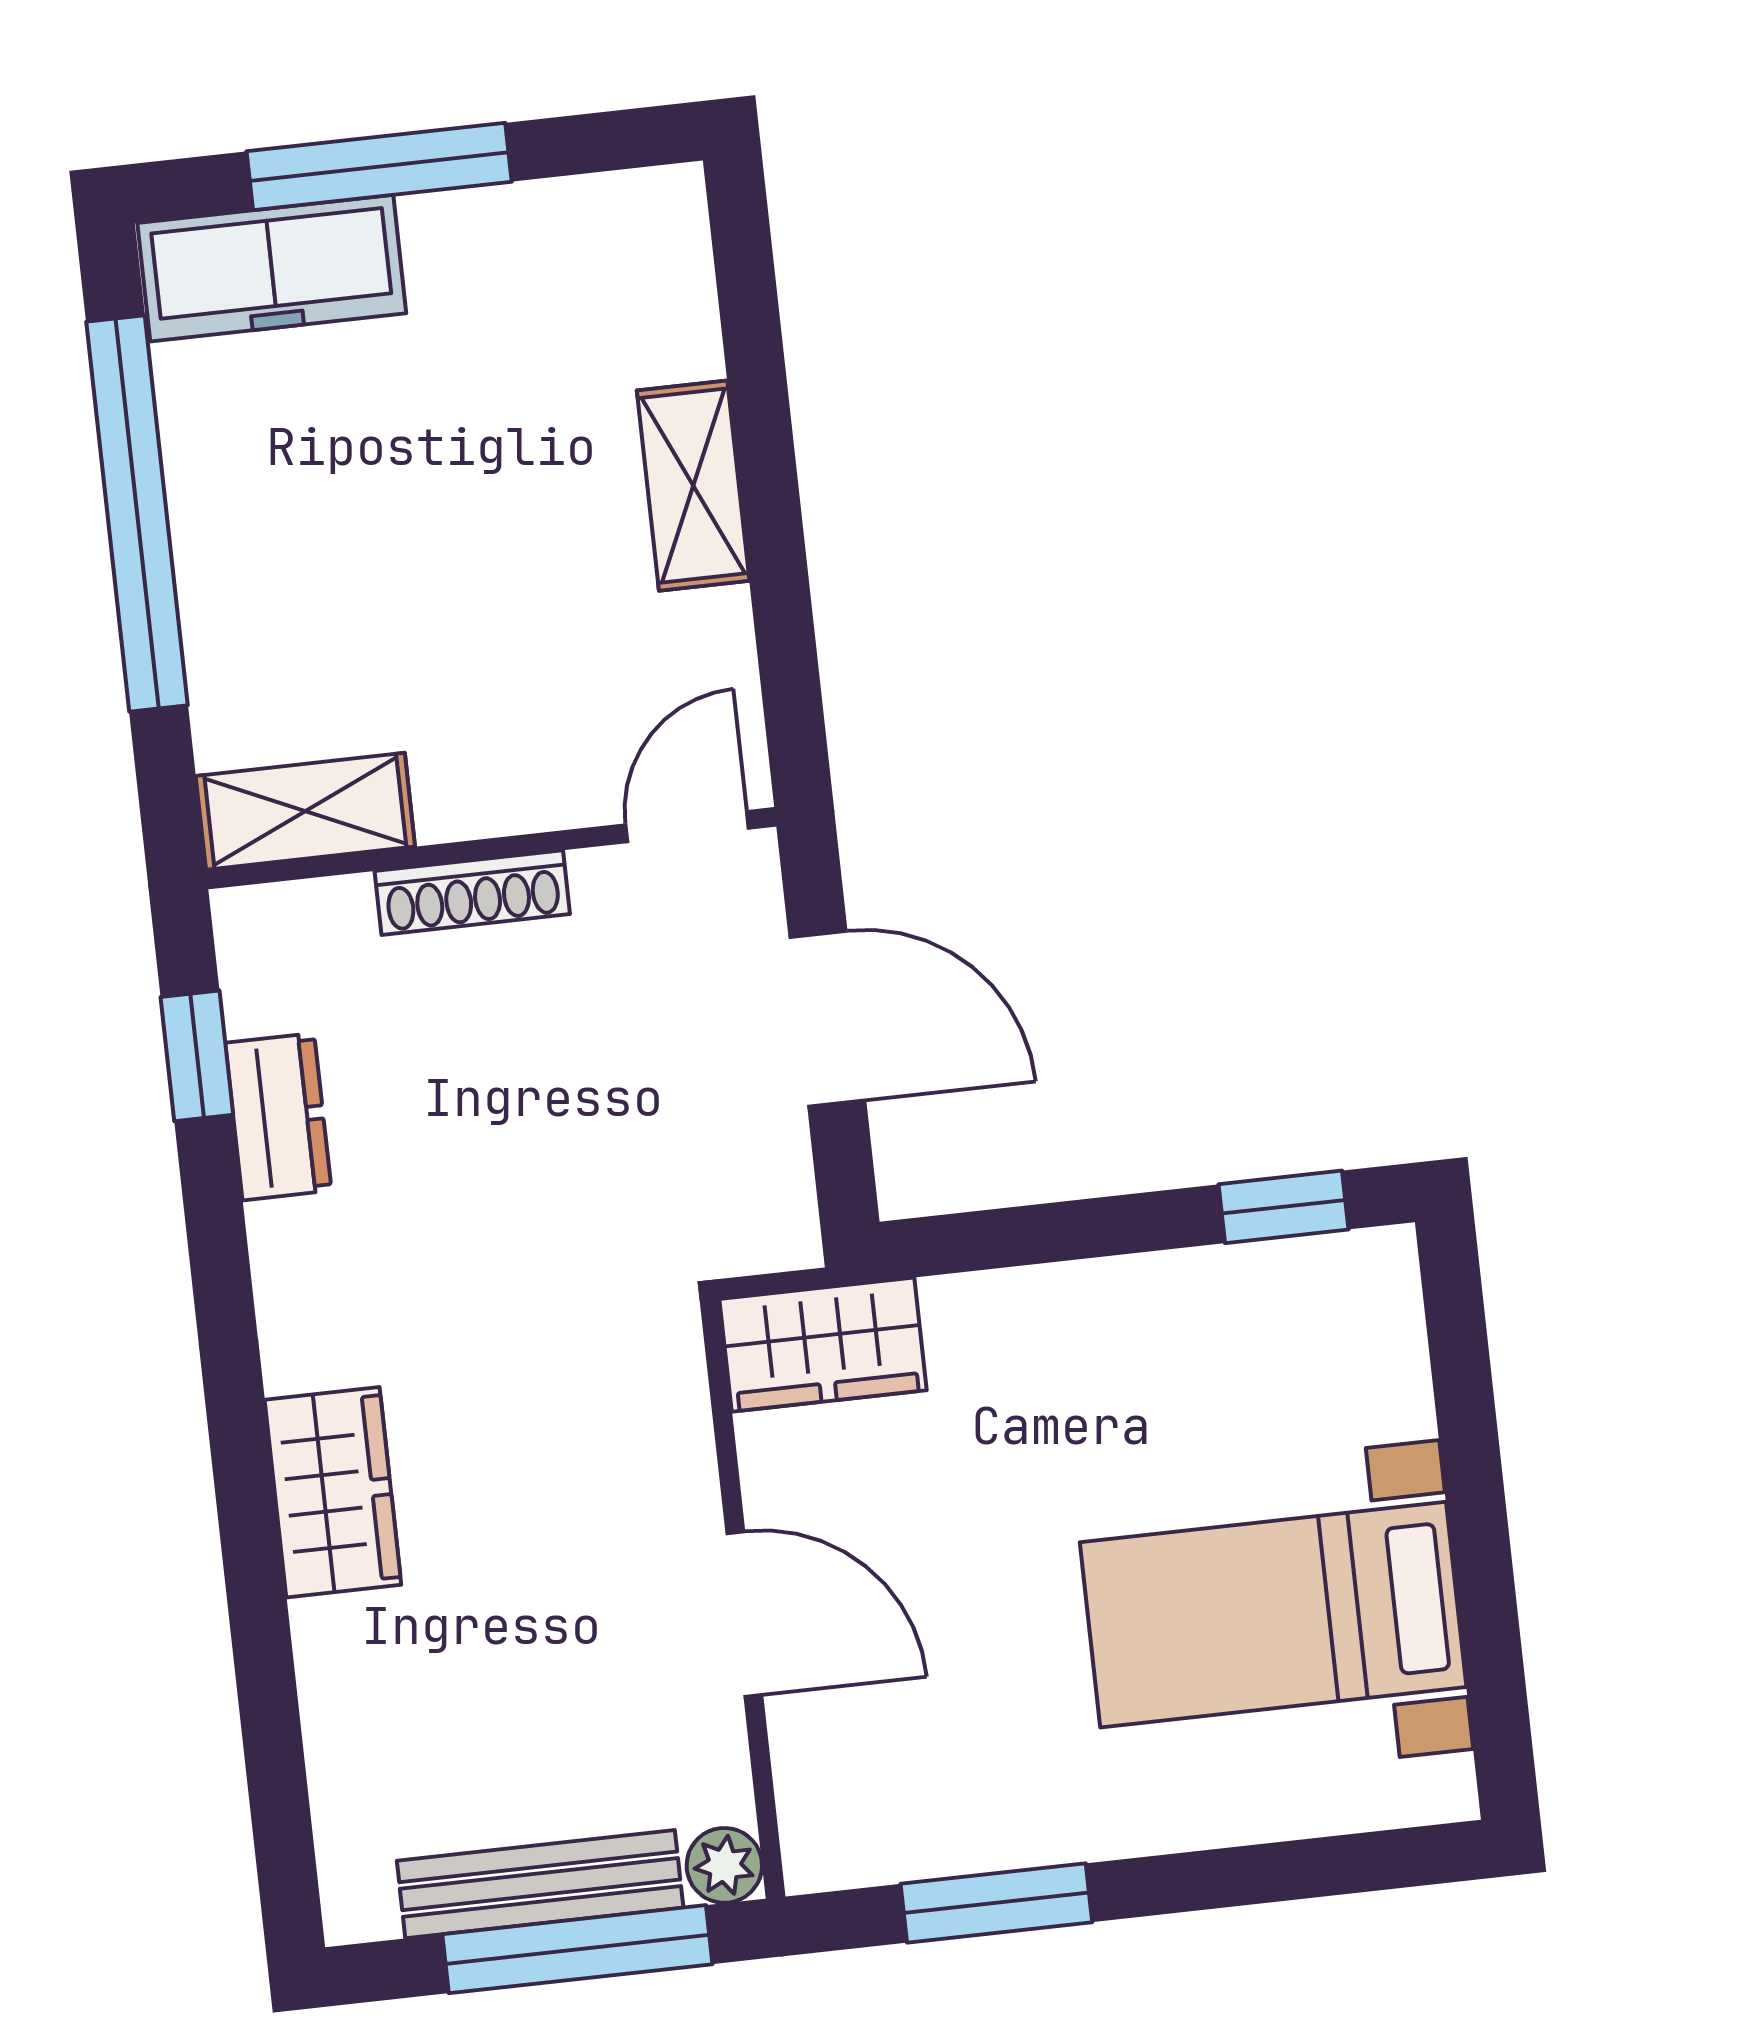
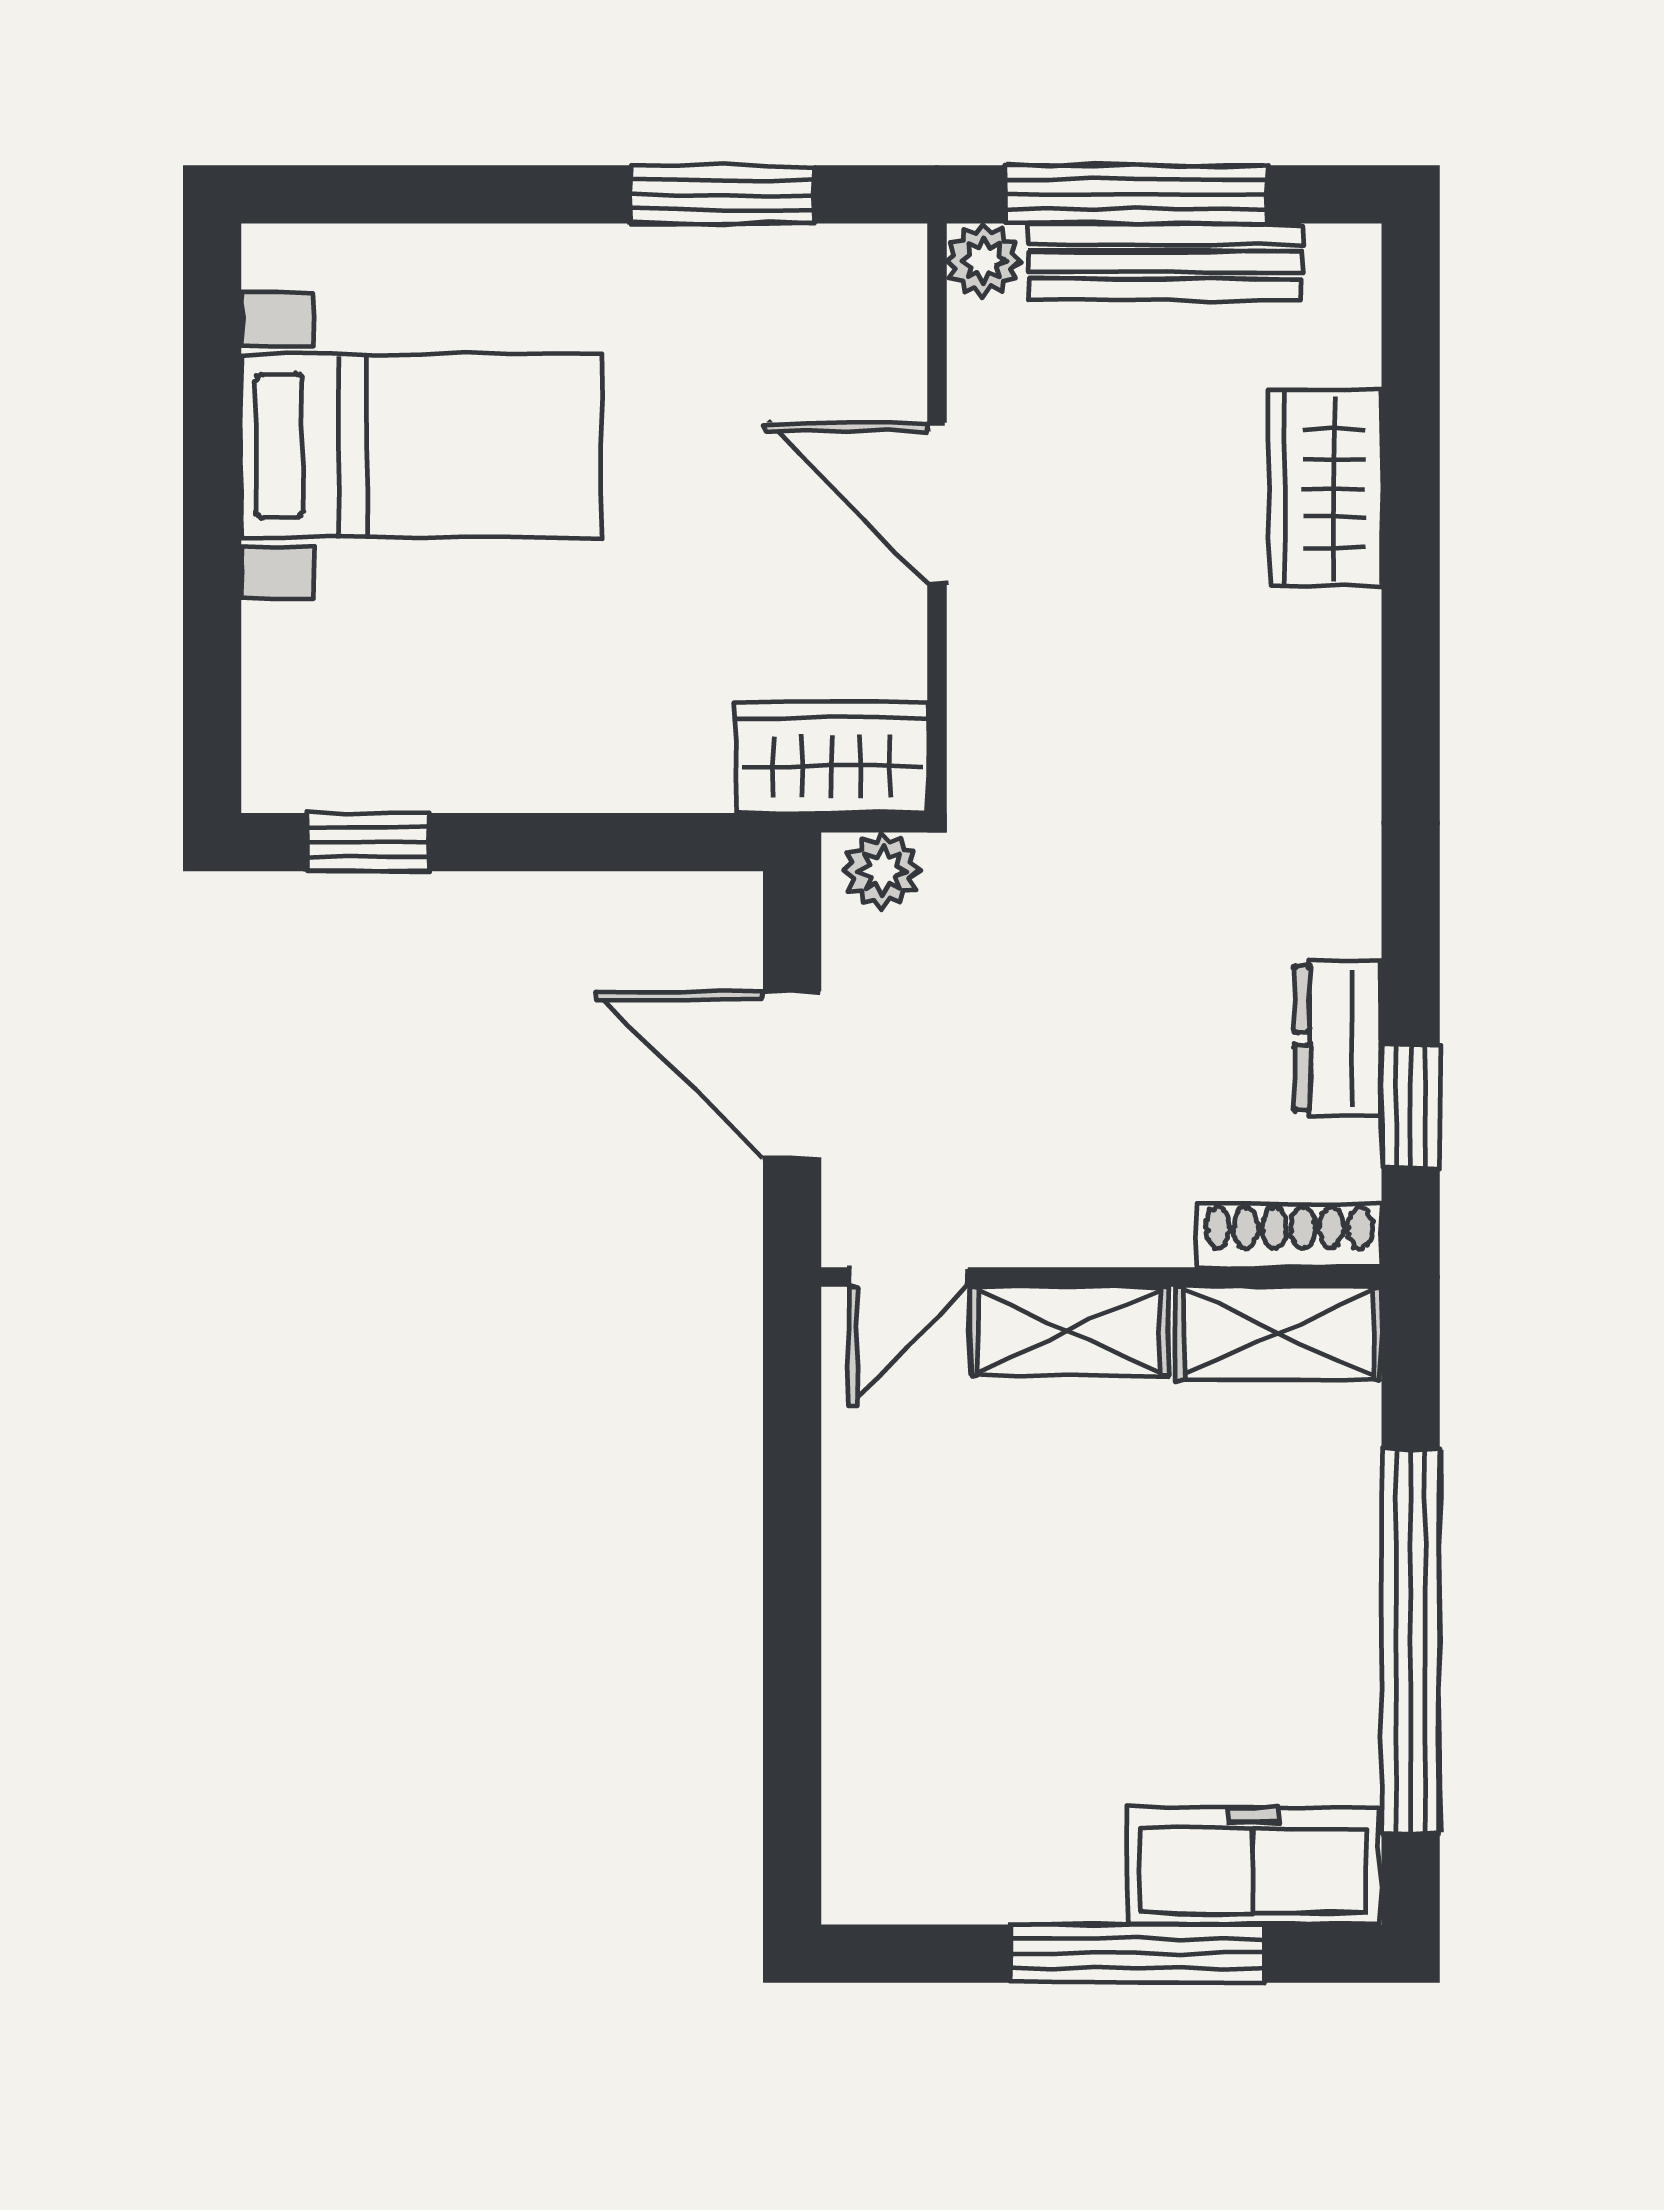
shelving: (693, 486) -> (1069, 1331), moved, turned 90
shoe rack: (472, 893) -> (1289, 1236), moved
plant: (759, 1235) -> (882, 871), added
wardrobe: (333, 1492) -> (1325, 488), moved

